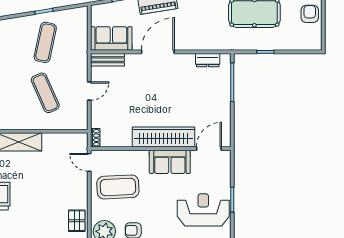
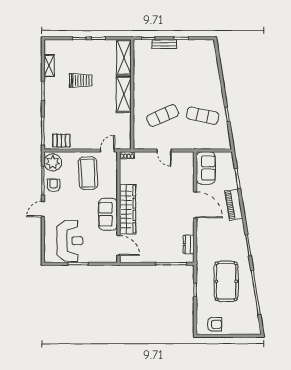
armchair: (310, 14) -> (215, 324), moved
bench: (108, 60) -> (189, 165), removed

